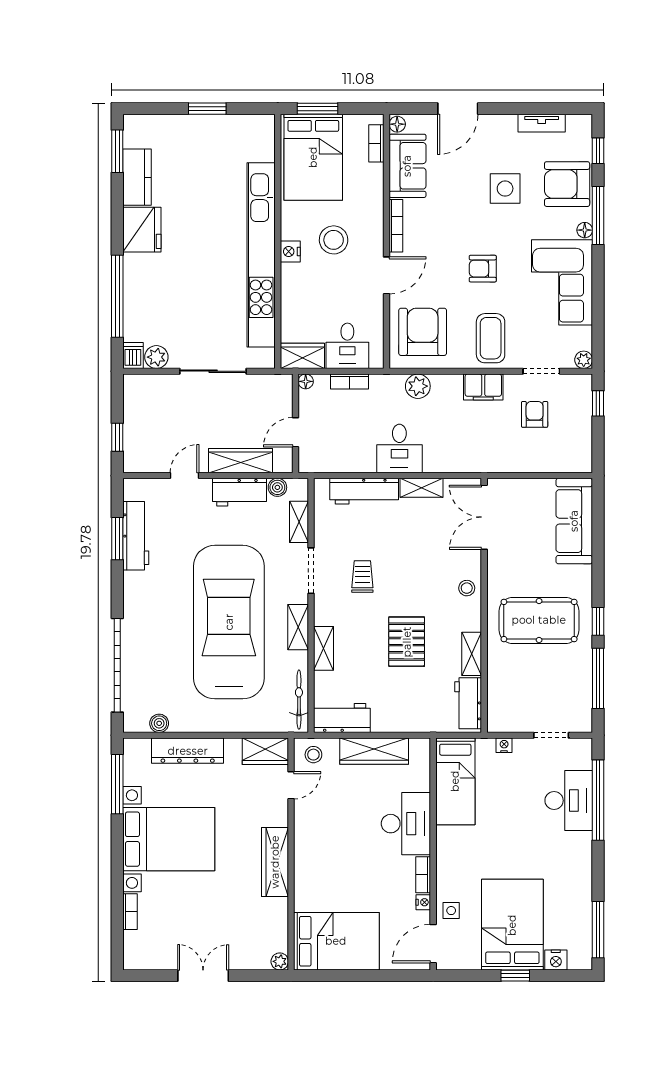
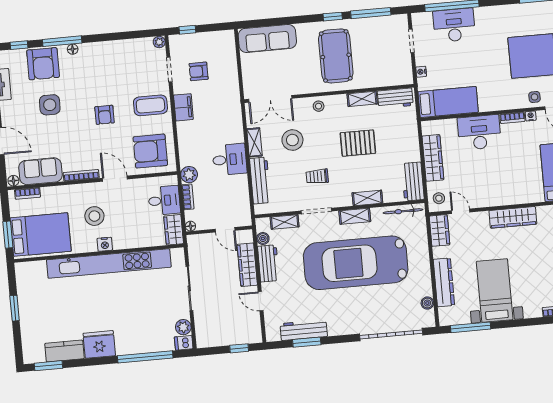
corner sofa: (562, 282) -> (109, 61), removed
plant: (418, 386) -> (189, 175), moved
stool: (420, 545) -> (292, 140), added
bed with nightstands: (169, 839) -> (495, 290), width x0.73

